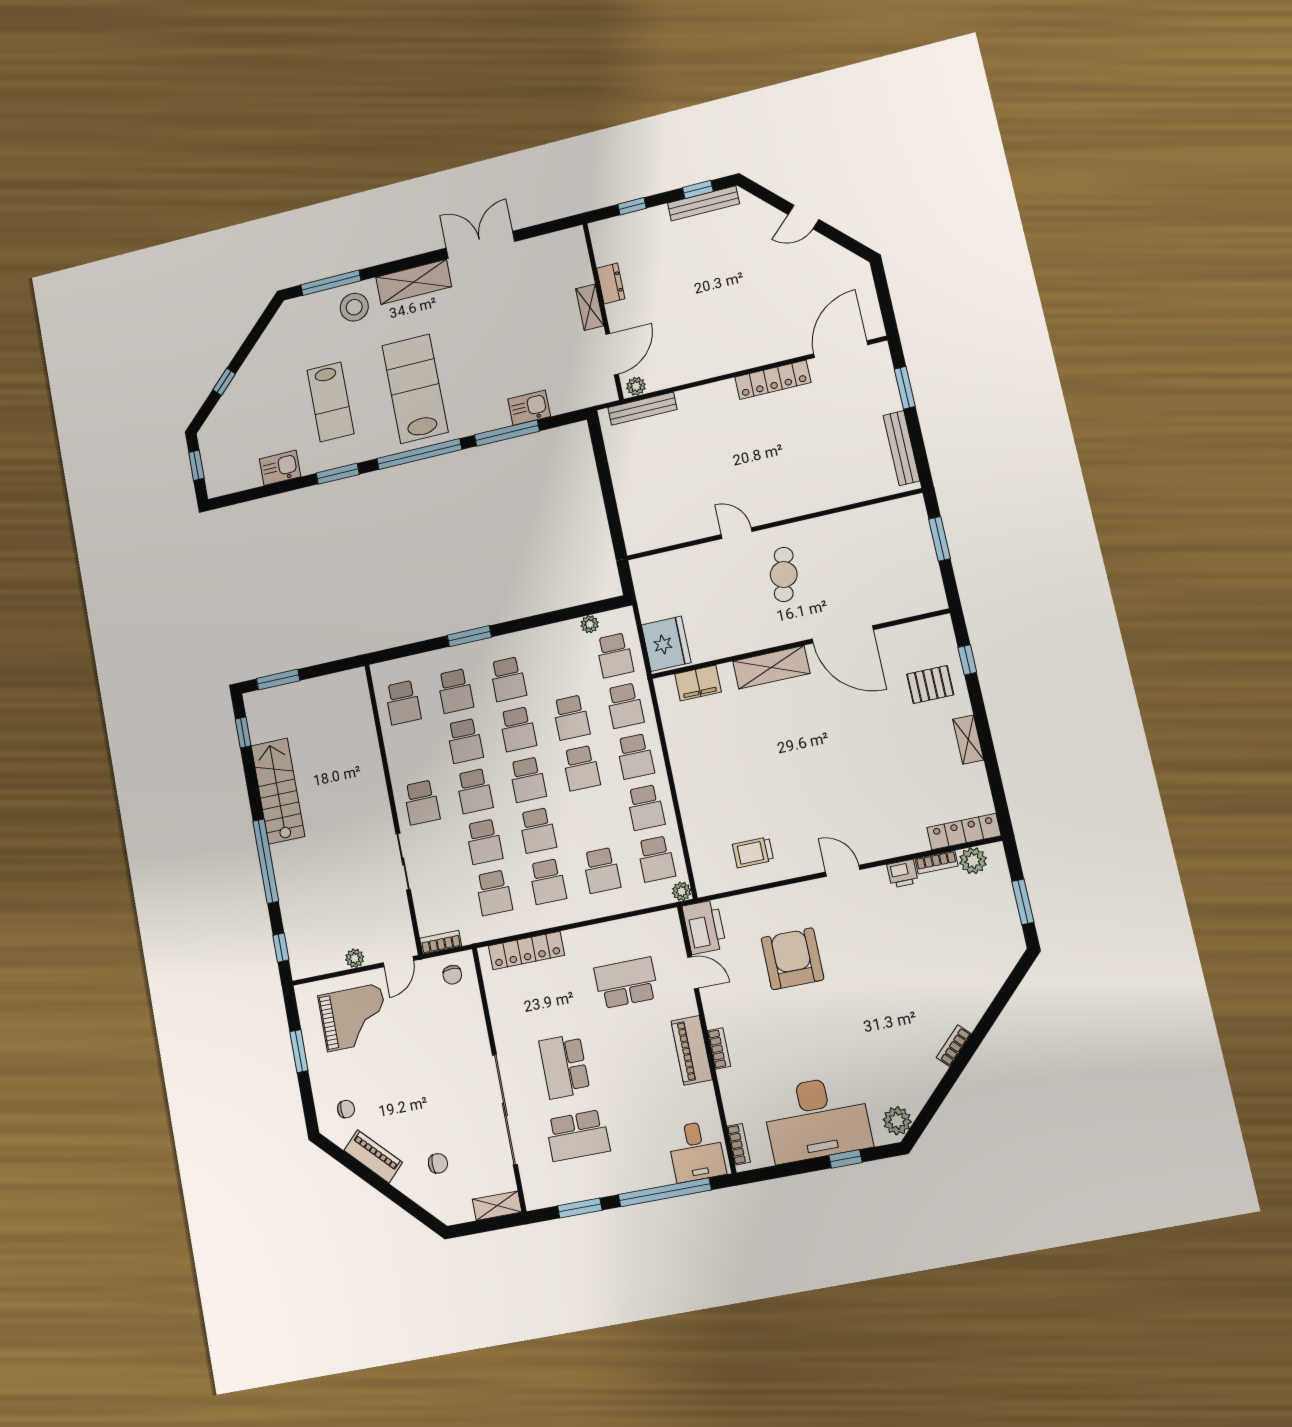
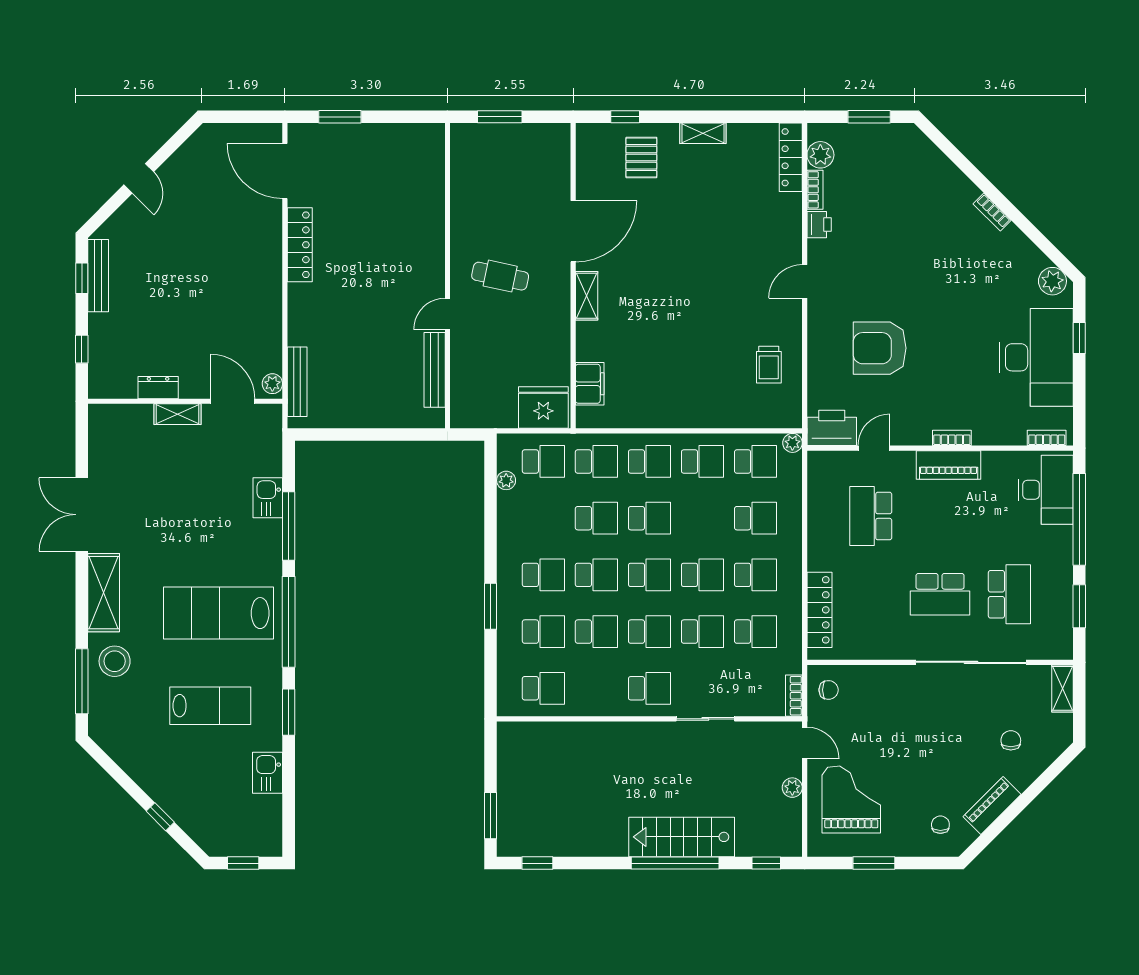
bench: (901, 448) -> (435, 370), moved, turned 90
shelving: (771, 667) -> (587, 296), width x0.67, depth x0.75
stairs: (278, 791) -> (682, 837), moved
desk: (696, 1151) -> (1046, 490), width x1.37

